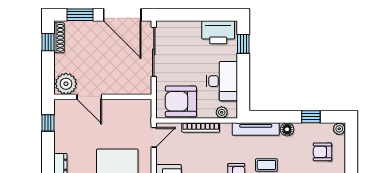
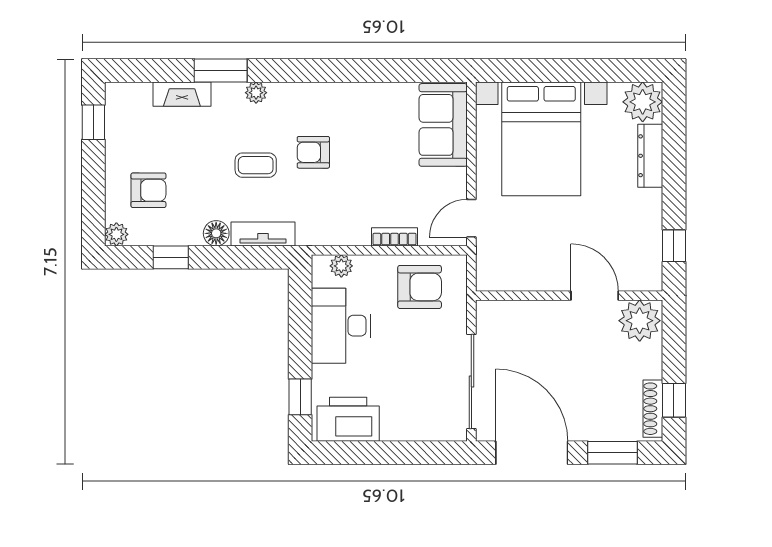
armchair: (181, 101) -> (420, 287), width x0.73, depth x0.73
bookcase: (201, 127) -> (394, 237), width x0.64
tv unit: (256, 129) -> (263, 234), width x0.71

